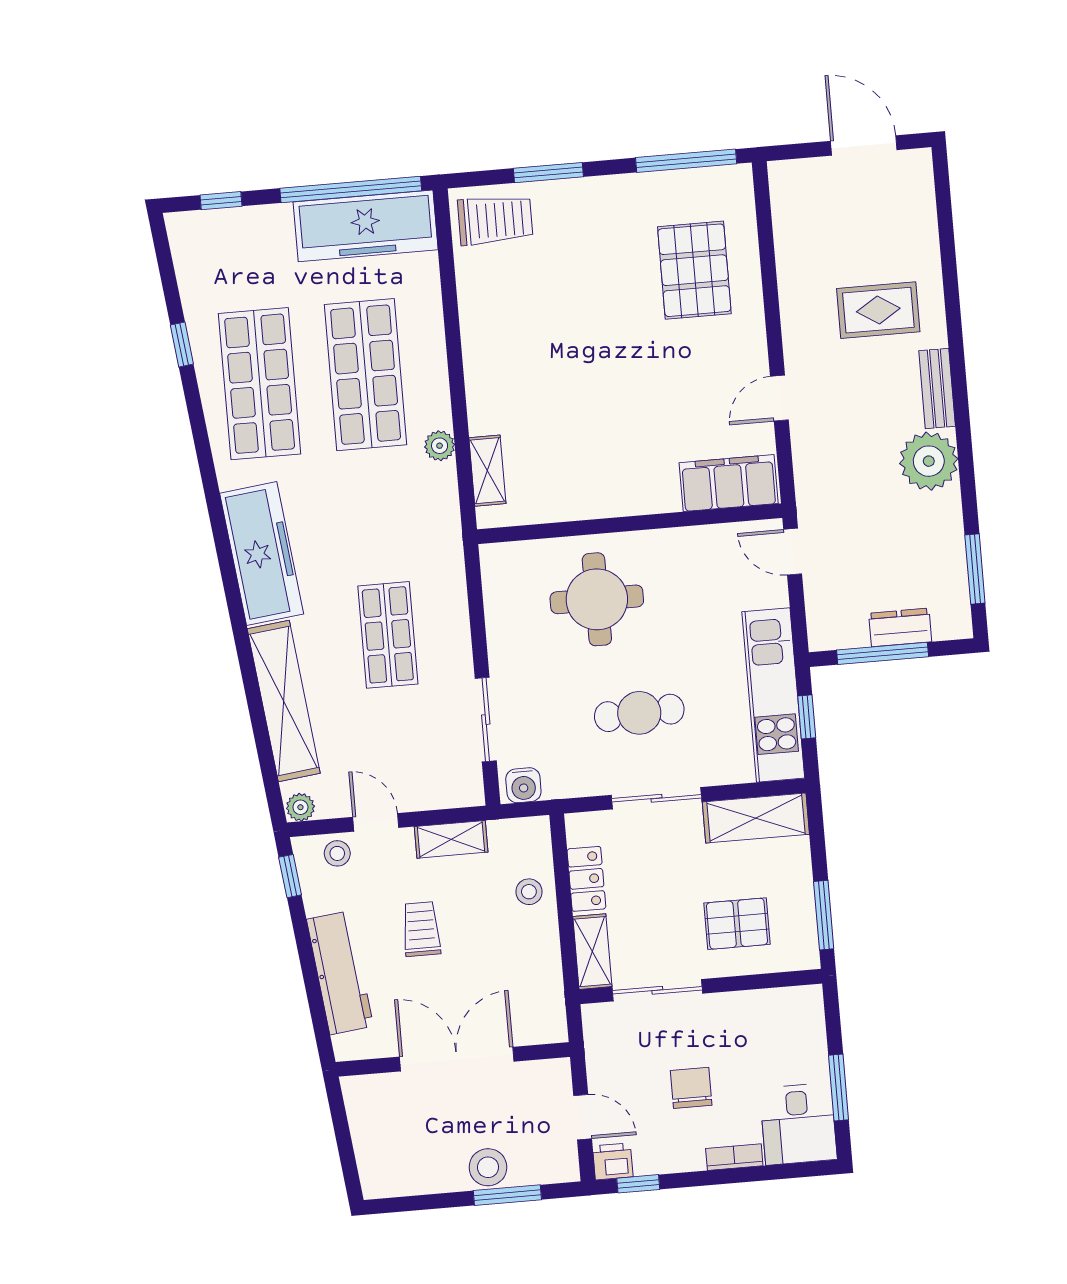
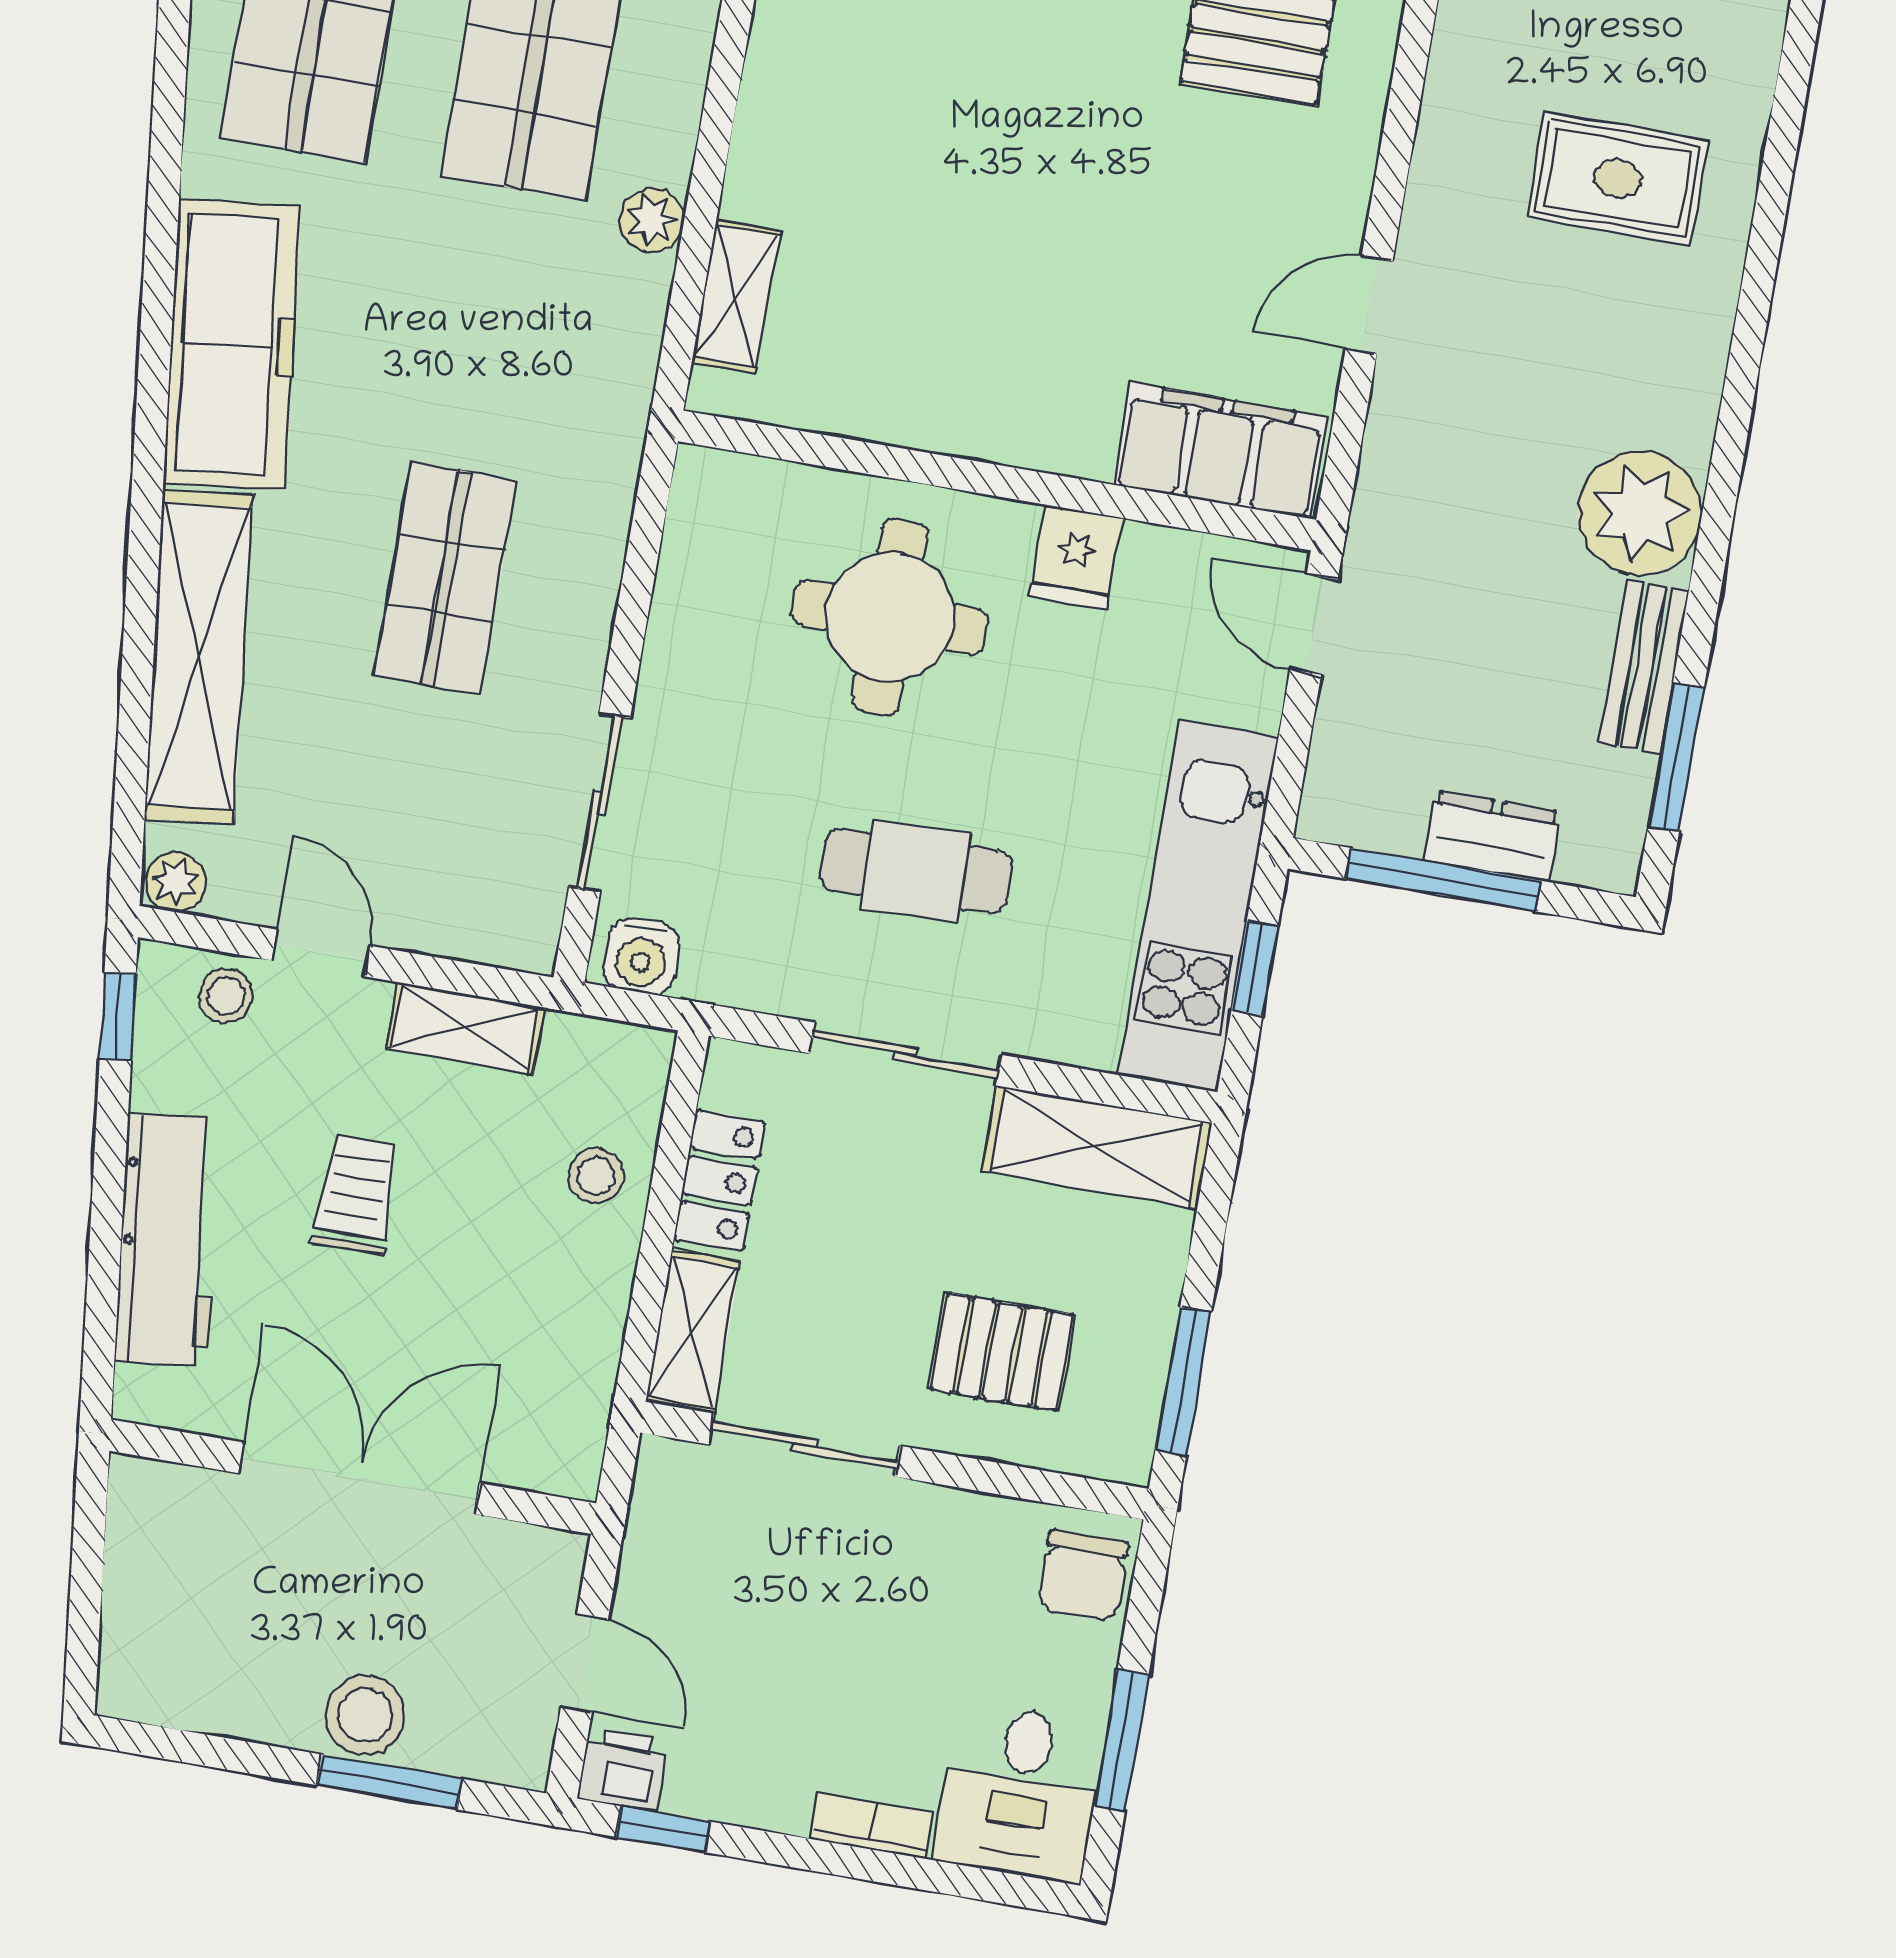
bench: (937, 388) -> (1644, 667), moved
fridge: (675, 549) -> (1076, 557), added
chair: (691, 1088) -> (1083, 1575), moved, turned 180

